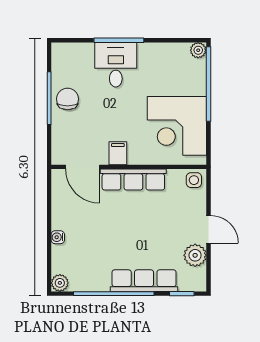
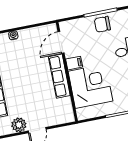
chair: (68, 99) -> (102, 24), turned 180
corner desk: (177, 126) -> (90, 86), moved, turned 90
side table: (194, 180) -> (67, 115), removed

